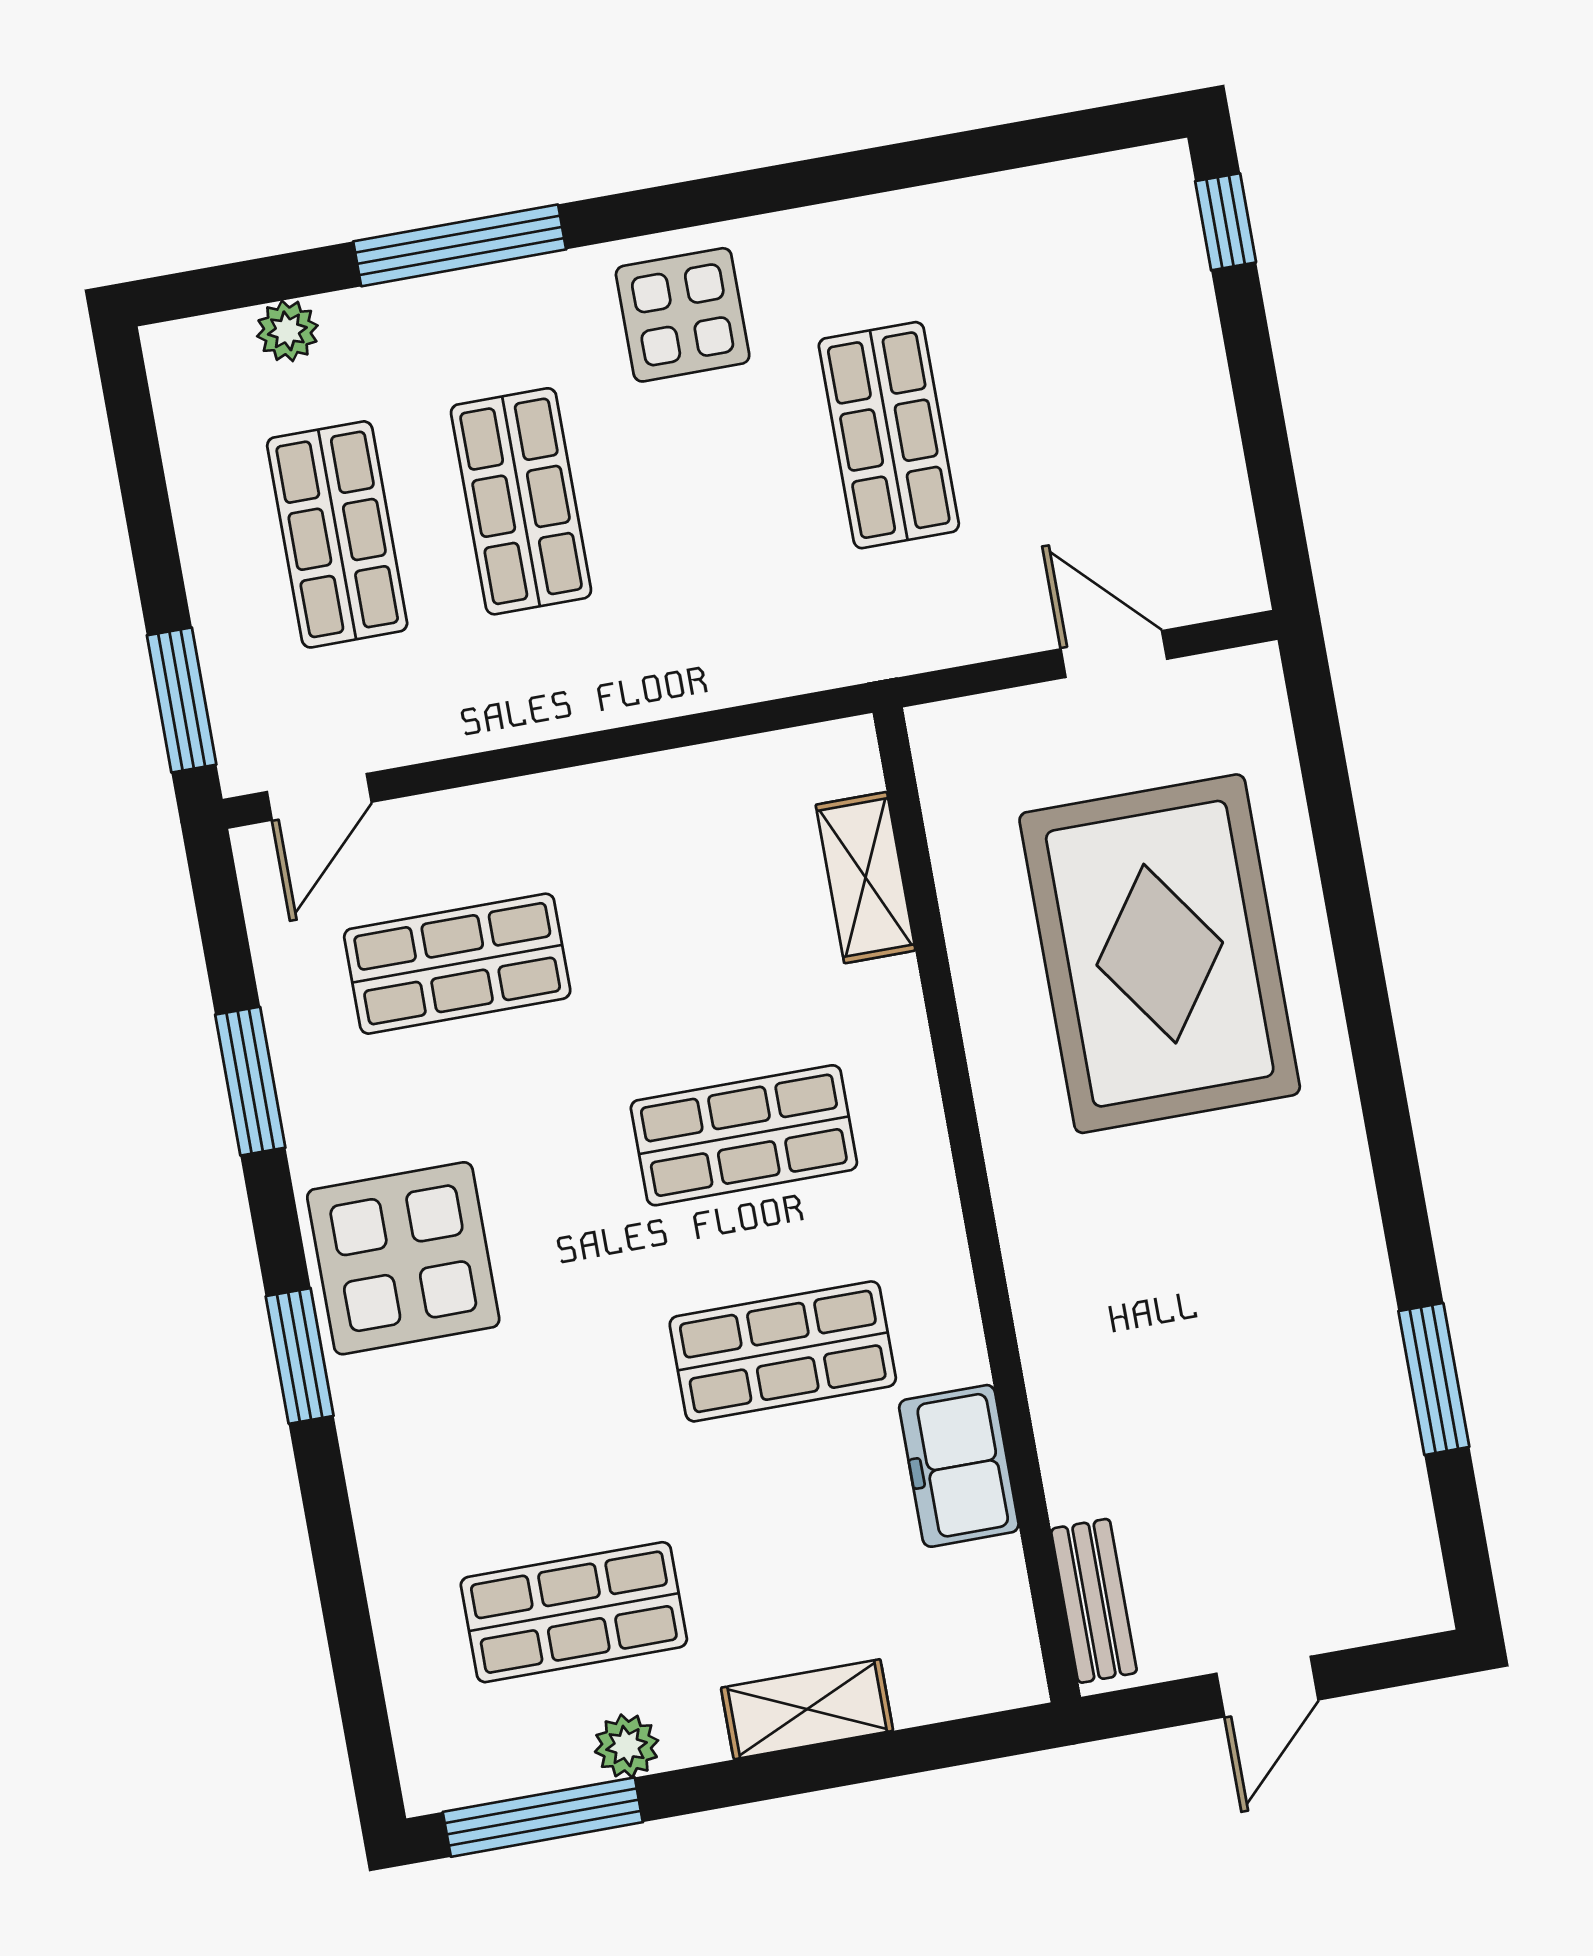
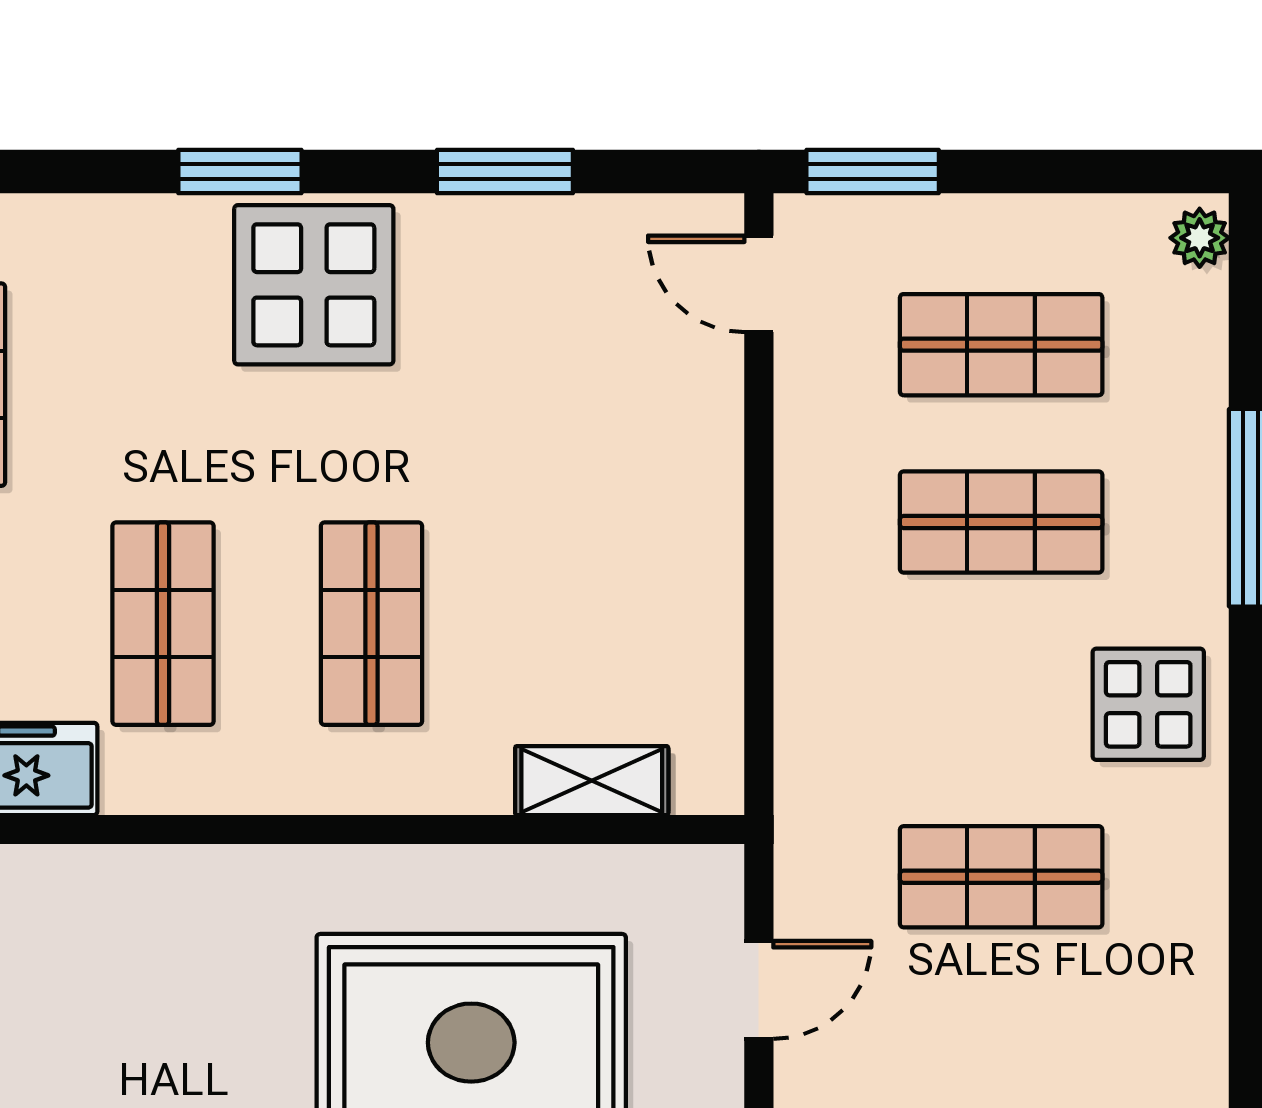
plant: (287, 331) -> (1200, 238), moved
door: (1114, 654) -> (759, 990), moved
shop shelf: (457, 964) -> (580, 385), removed

